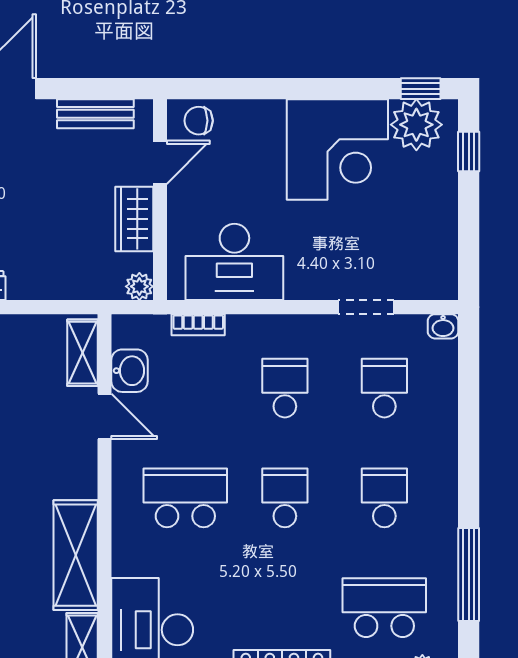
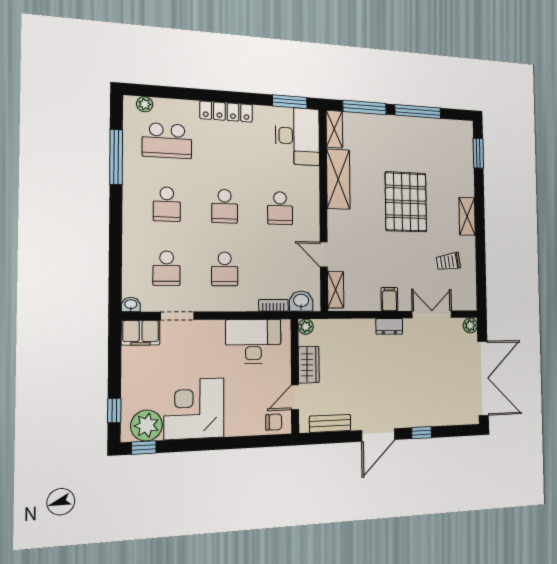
filing cabinet: (427, 279) -> (141, 333), added
washbasin: (130, 371) -> (301, 301), moved, turned 90
school desk: (185, 498) -> (280, 208), width x0.54

